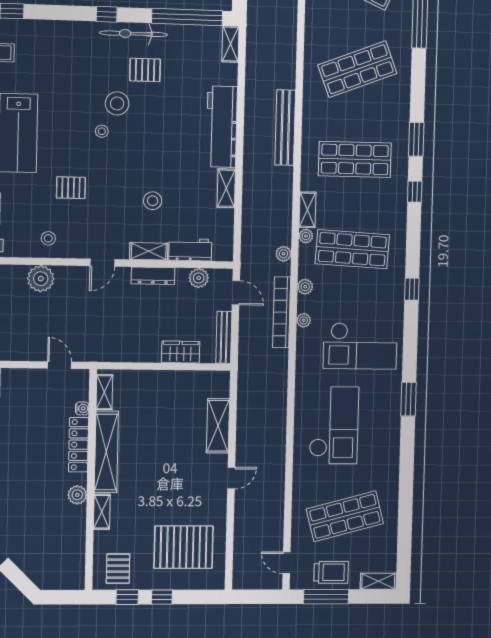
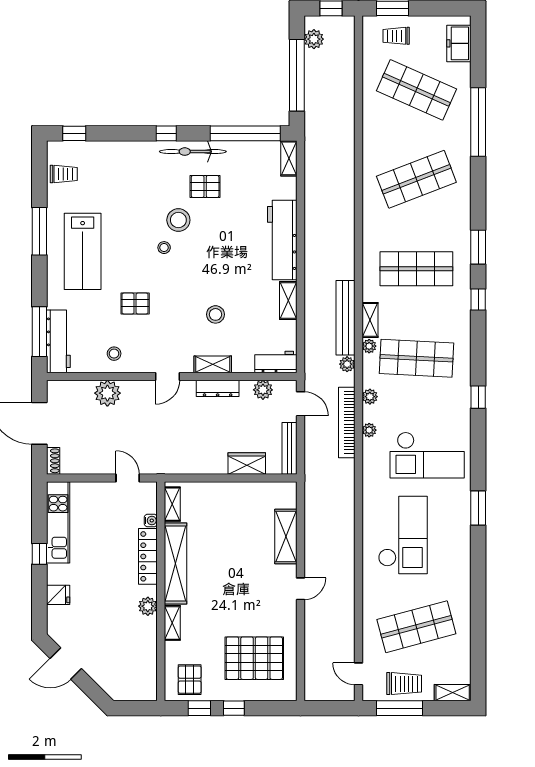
bench: (285, 128) -> (346, 318), moved
workbench: (190, 250) -> (276, 362), moved

